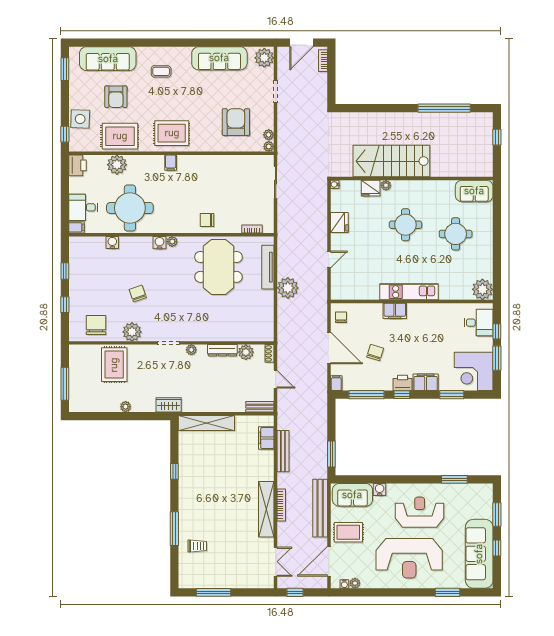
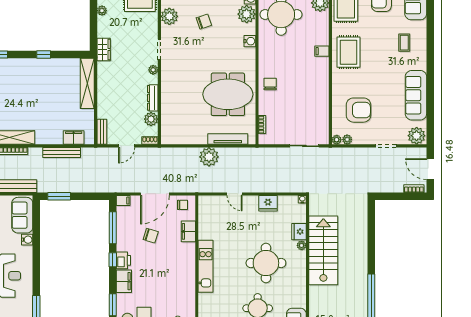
round table: (405, 225) -> (266, 263), width x1.36, depth x1.36
plant: (172, 242) -> (247, 14), moved, width x1.88, depth x1.88
filing cabinet: (395, 311) -> (188, 231), moved

